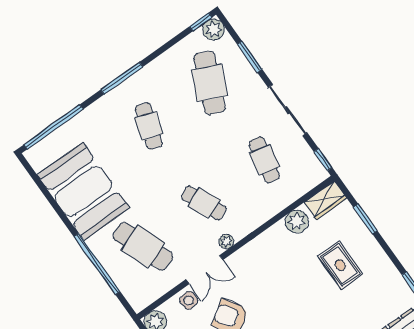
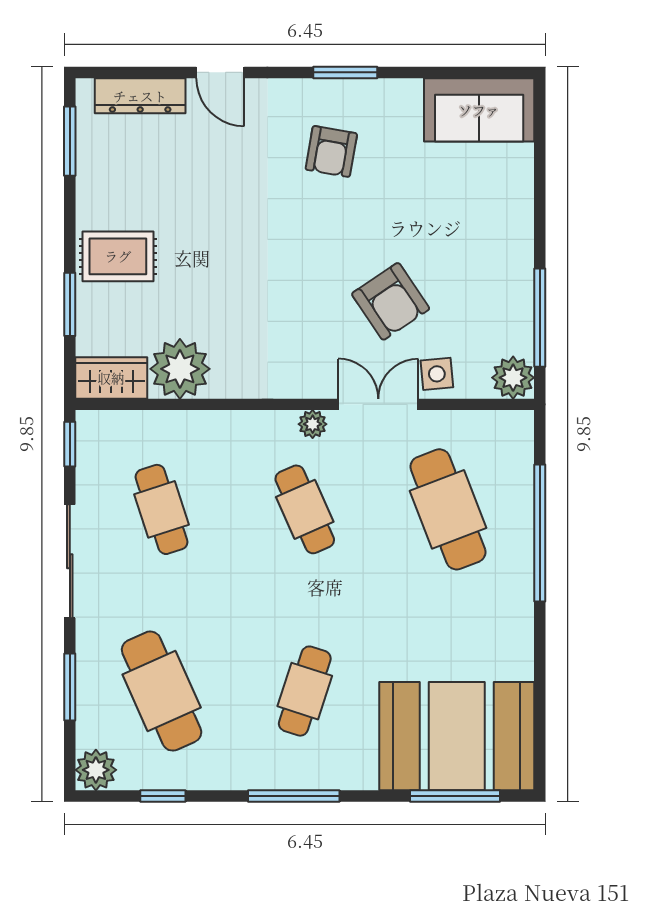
window: (201, 22) -> (163, 796), moved
cafe table: (210, 83) -> (162, 691), turned -48
window: (53, 127) -> (455, 796), width x0.68
cafe table: (264, 160) -> (162, 509), turned -30
booth: (83, 191) -> (457, 736), moved, turned 90
plant: (297, 221) -> (180, 369), width x1.36, depth x1.36
rug: (340, 265) -> (118, 256), moved, turned 90

